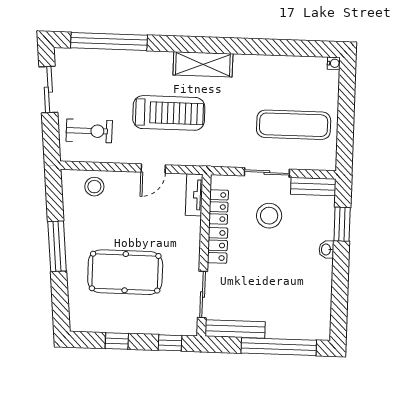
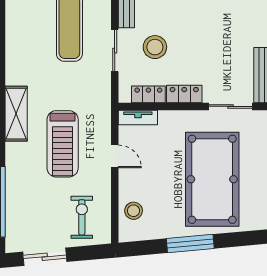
treadmill: (169, 113) -> (63, 144), turned 180
pool table: (125, 272) -> (212, 179), width x1.36, depth x1.32

